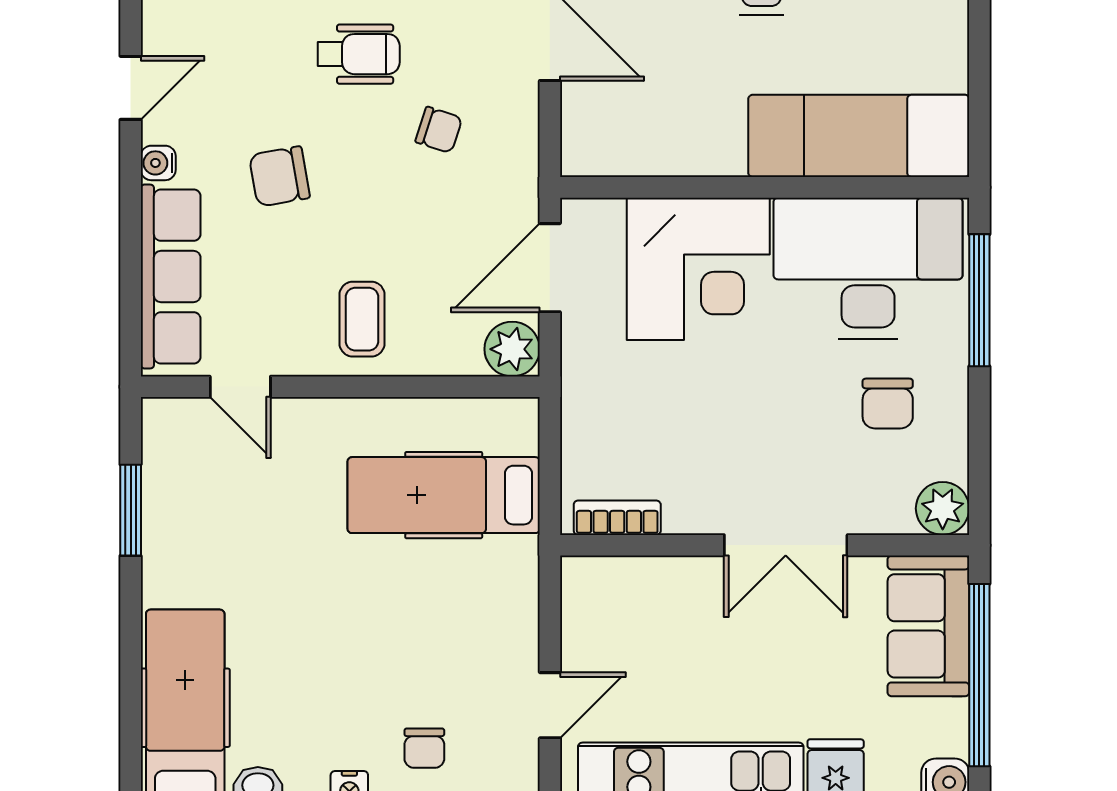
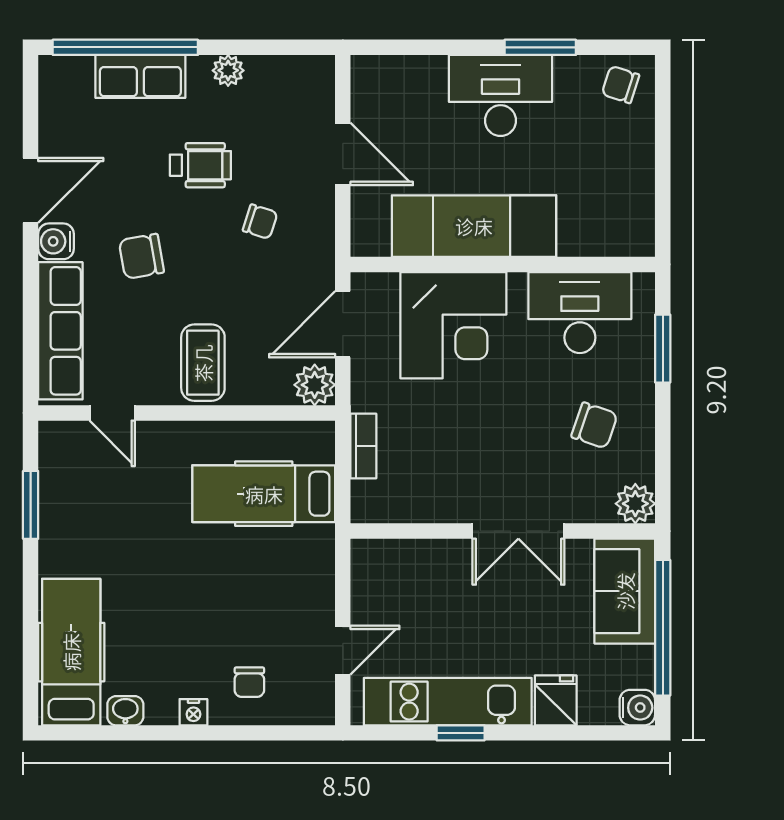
door: (131, 88) -> (31, 190), width x1.38
exam couch: (859, 136) -> (474, 226), moved
water cooler: (158, 163) -> (56, 241), width x1.38, depth x1.38
desk: (868, 268) -> (580, 313), width x0.73, depth x0.77
window: (979, 300) -> (663, 349), width x0.69
coffee table: (362, 319) -> (203, 363), width x1.36, depth x1.30
chair: (888, 404) -> (594, 425), turned -71
bookcase: (617, 518) -> (363, 446), moved, turned 90

